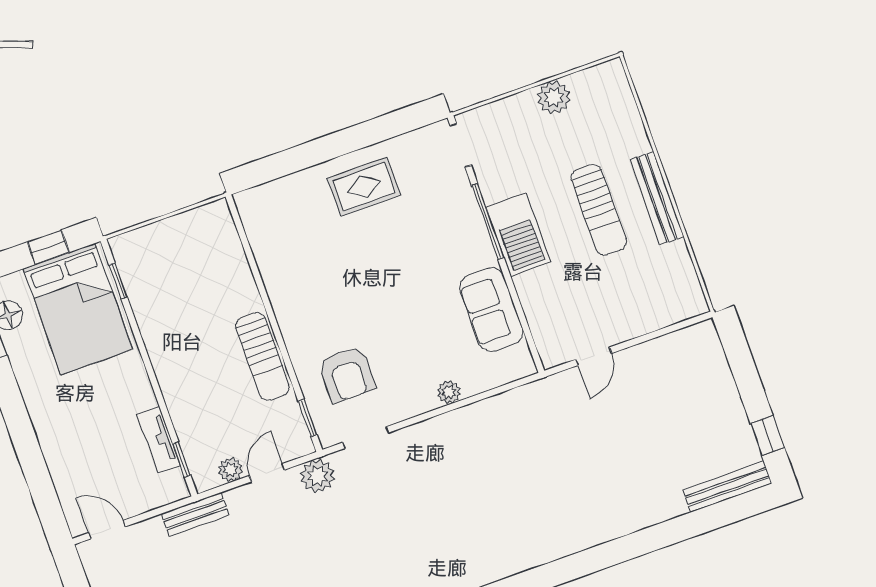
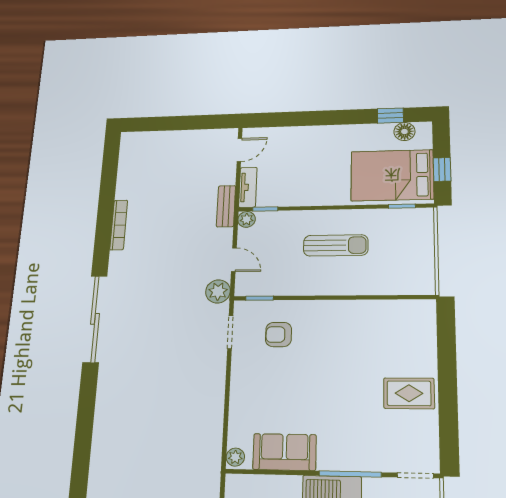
rug: (364, 187) -> (409, 393), turned 90
sun lounger: (262, 356) -> (336, 245), moved, turned 180
armchair: (347, 374) -> (279, 335), width x0.72, depth x0.72
plant: (449, 392) -> (235, 457), moved
tv unit: (159, 440) -> (248, 187), moved, turned 90
plant: (230, 470) -> (247, 219), moved

